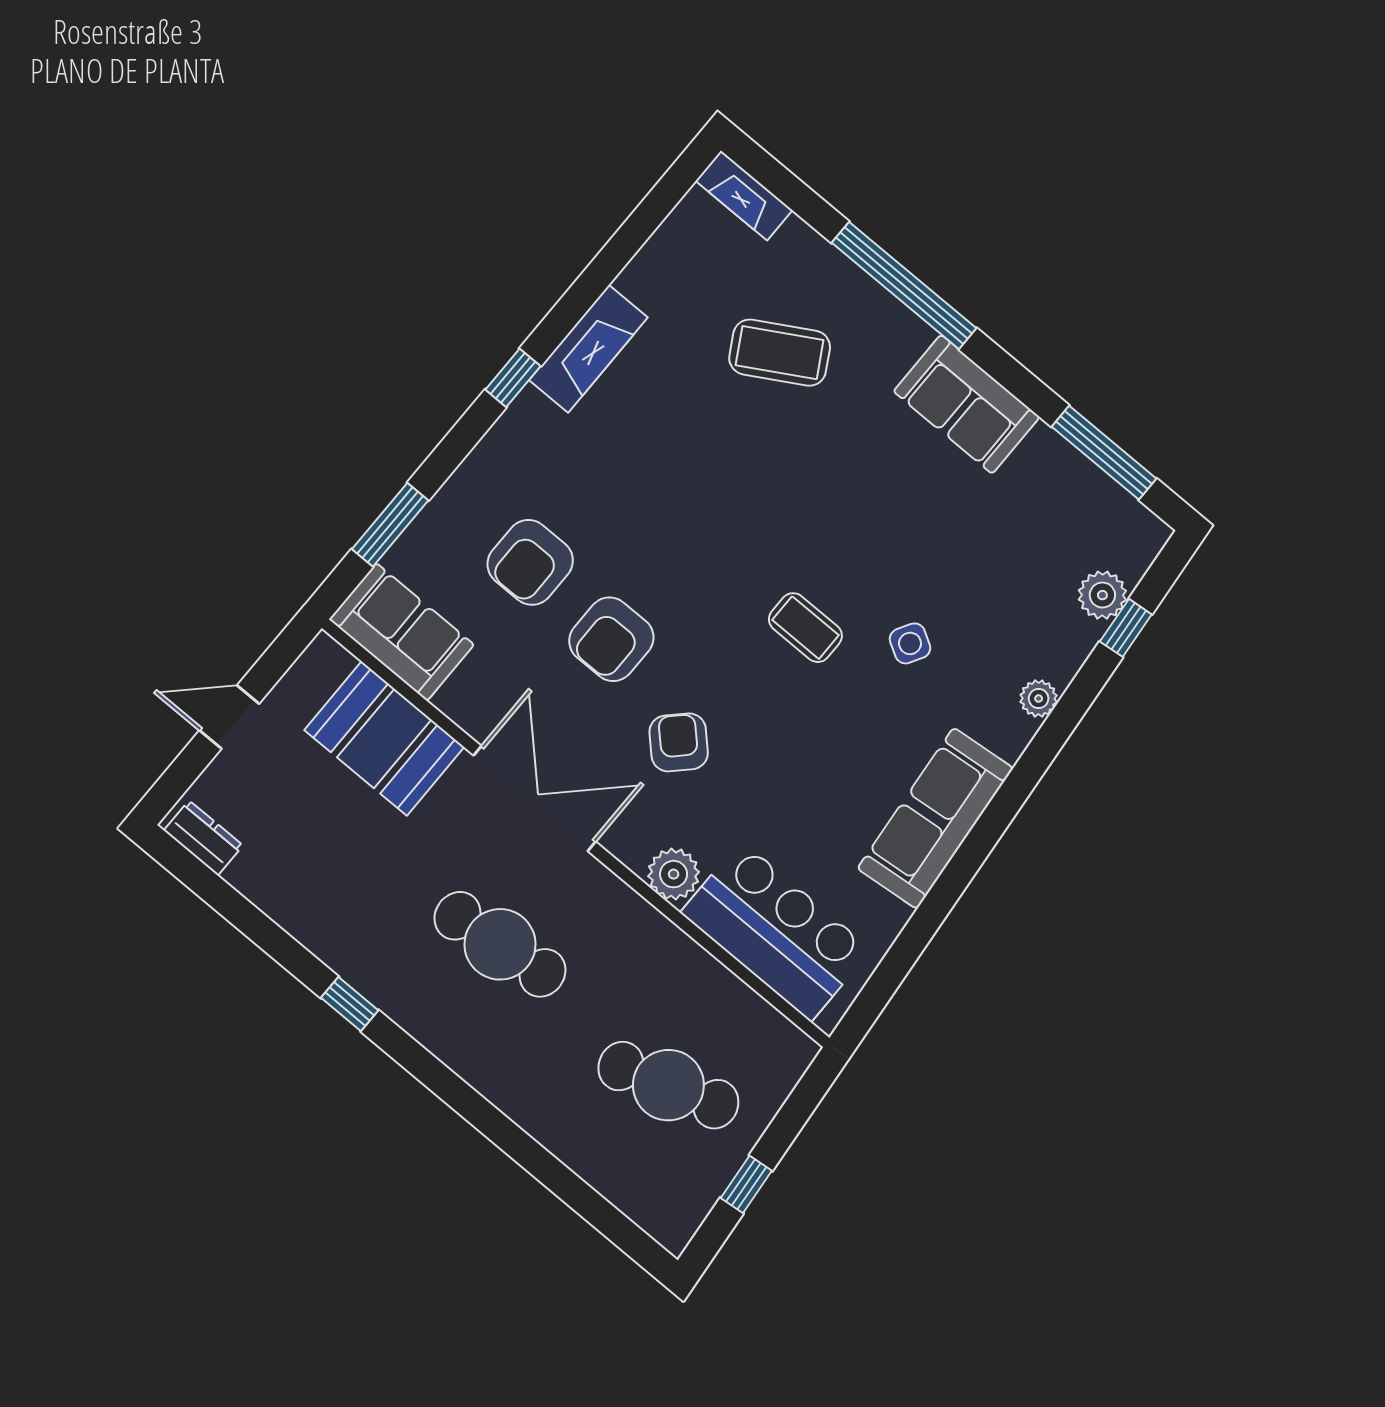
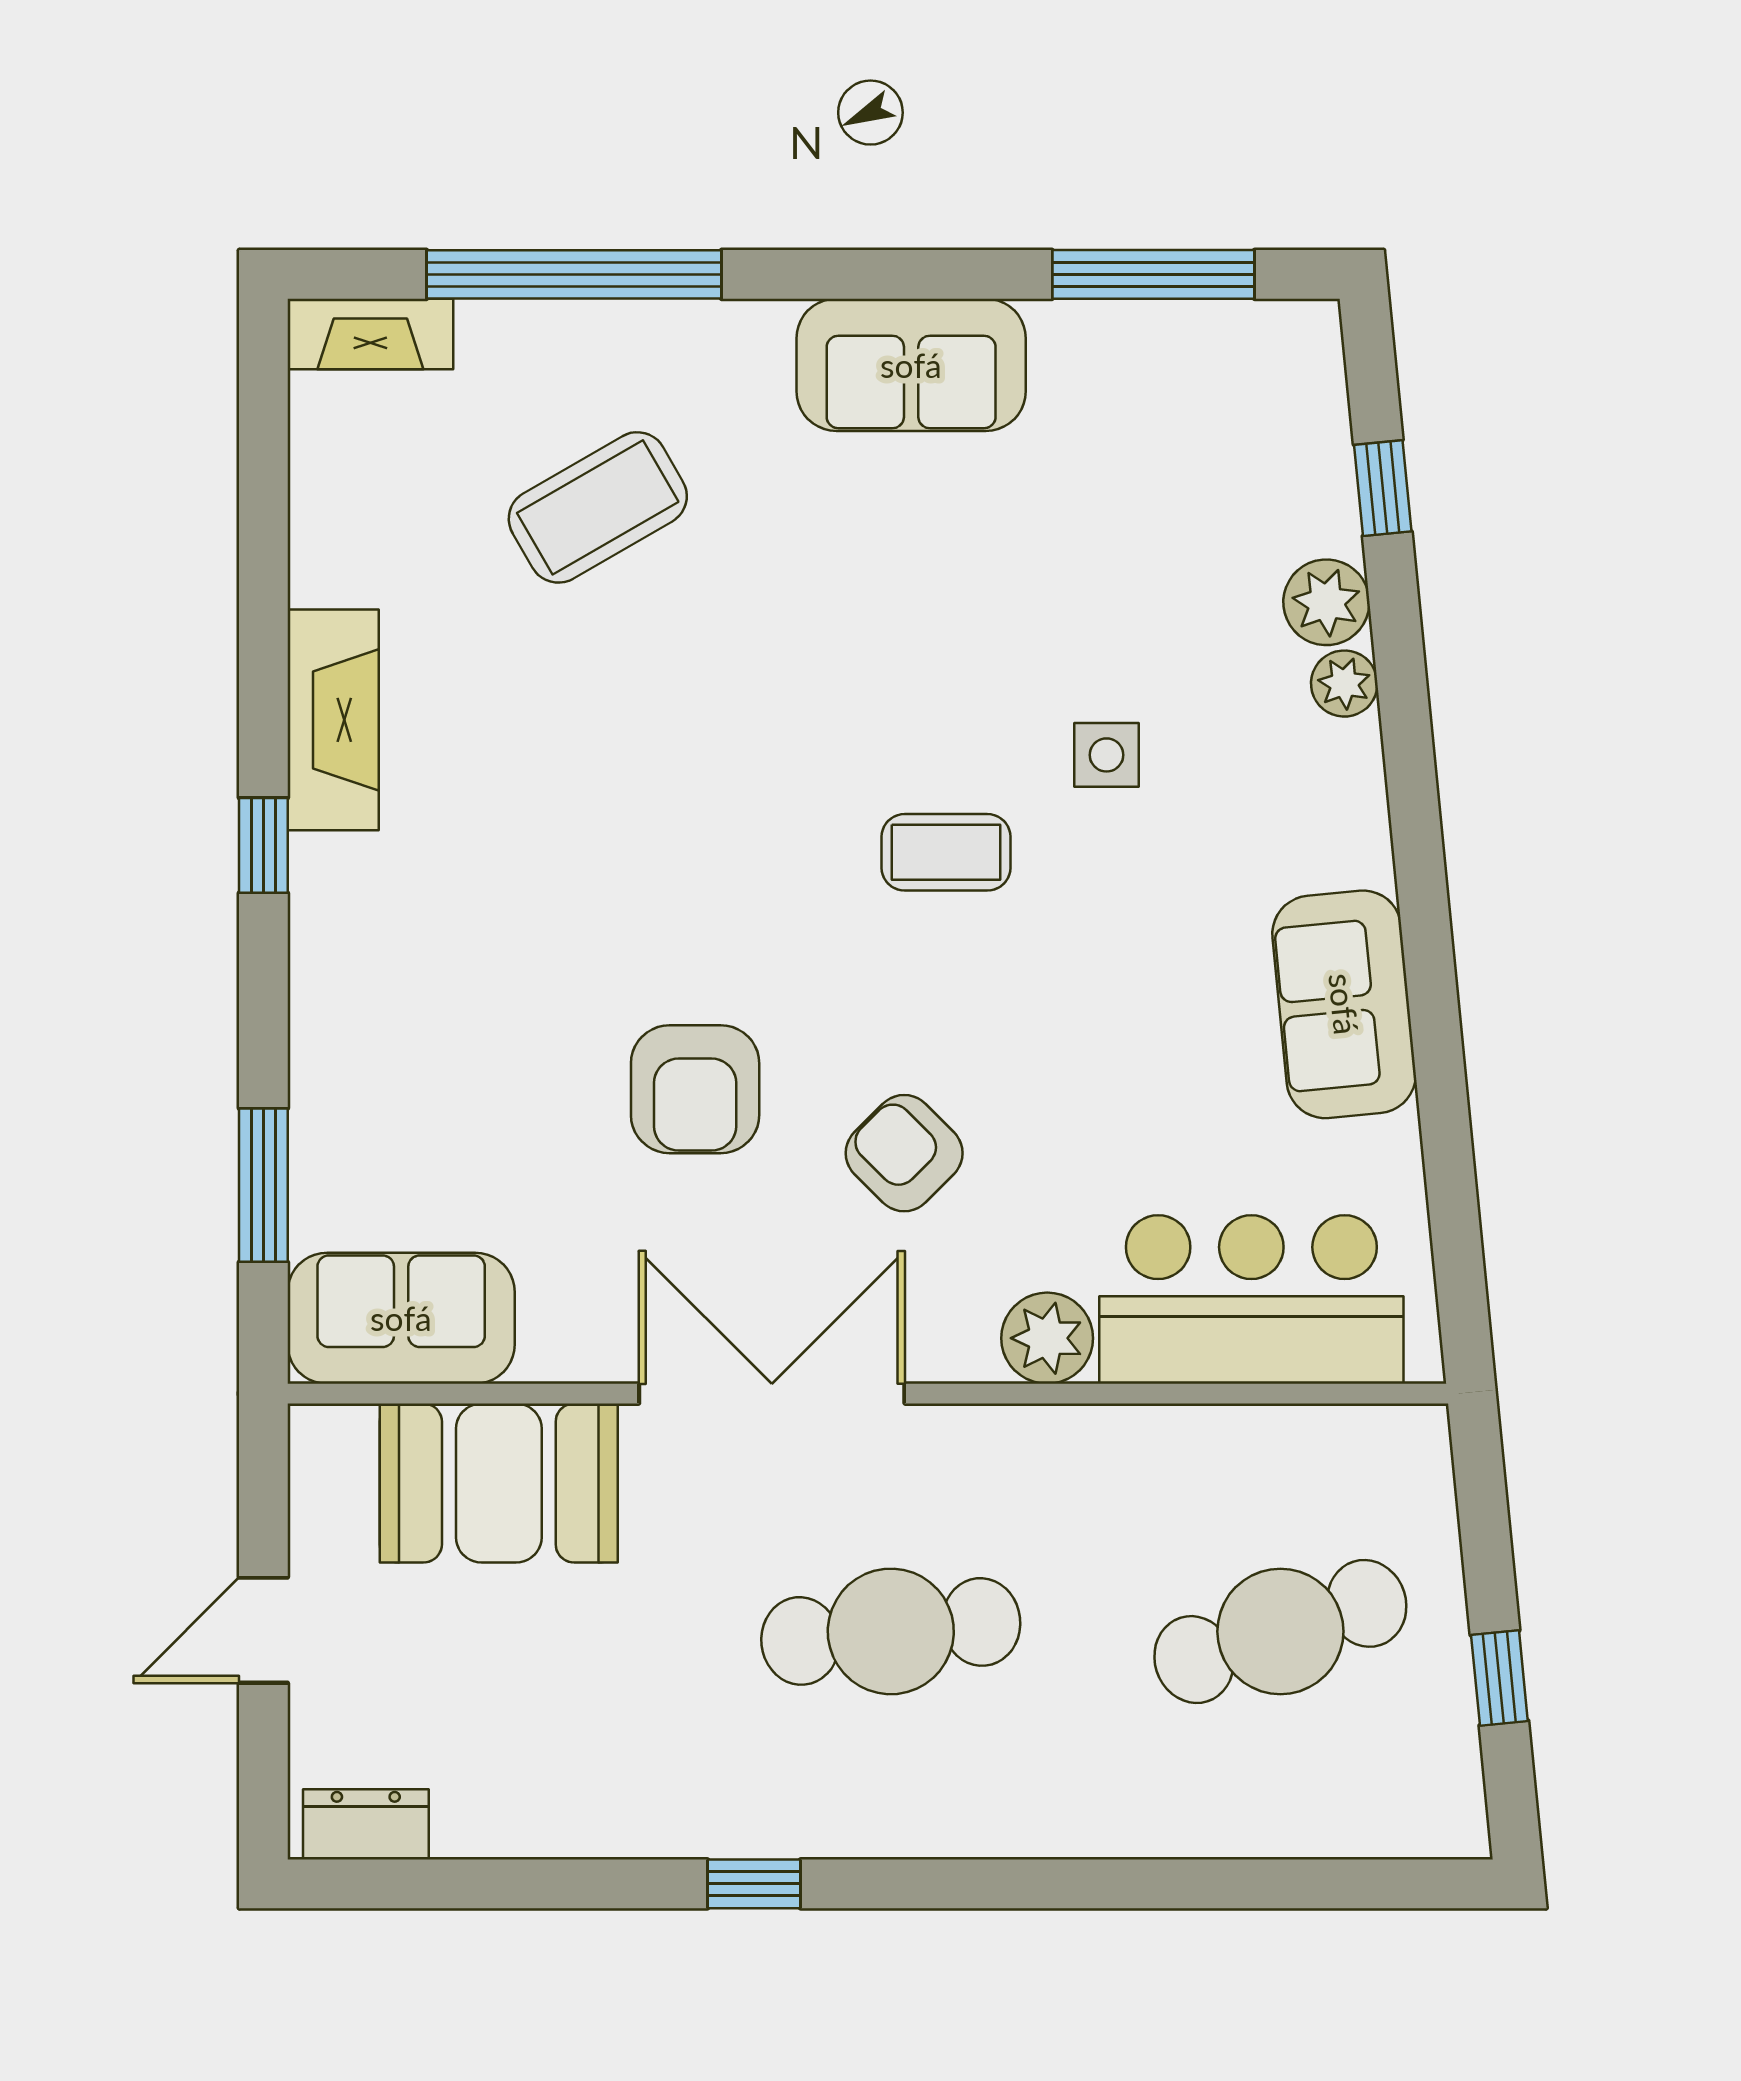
window: (904, 285) -> (574, 274), moved
armchair: (530, 562) -> (497, 1077), removed
plant: (1102, 595) -> (1326, 602), moved
side table: (910, 643) -> (1106, 755), turned -30
sofa: (935, 818) -> (1344, 1004), width x0.73

